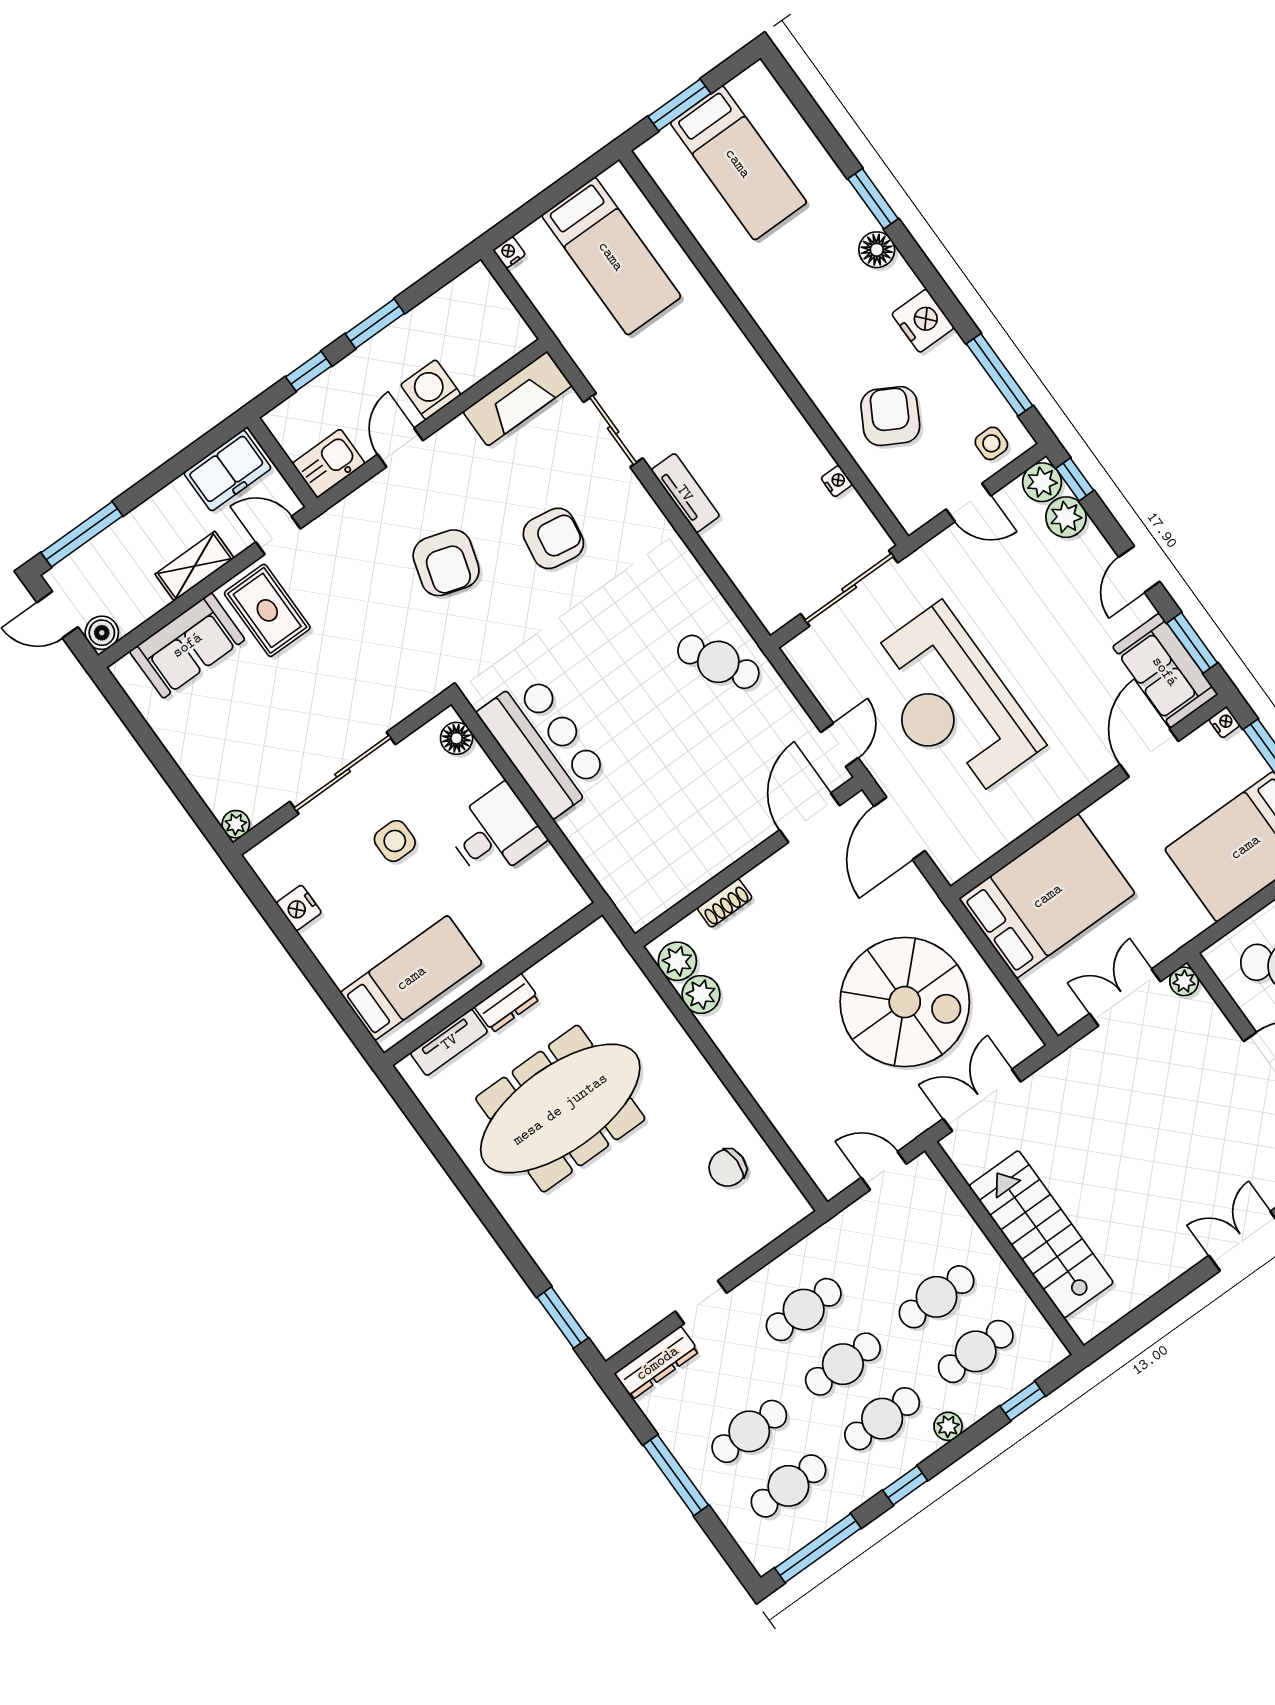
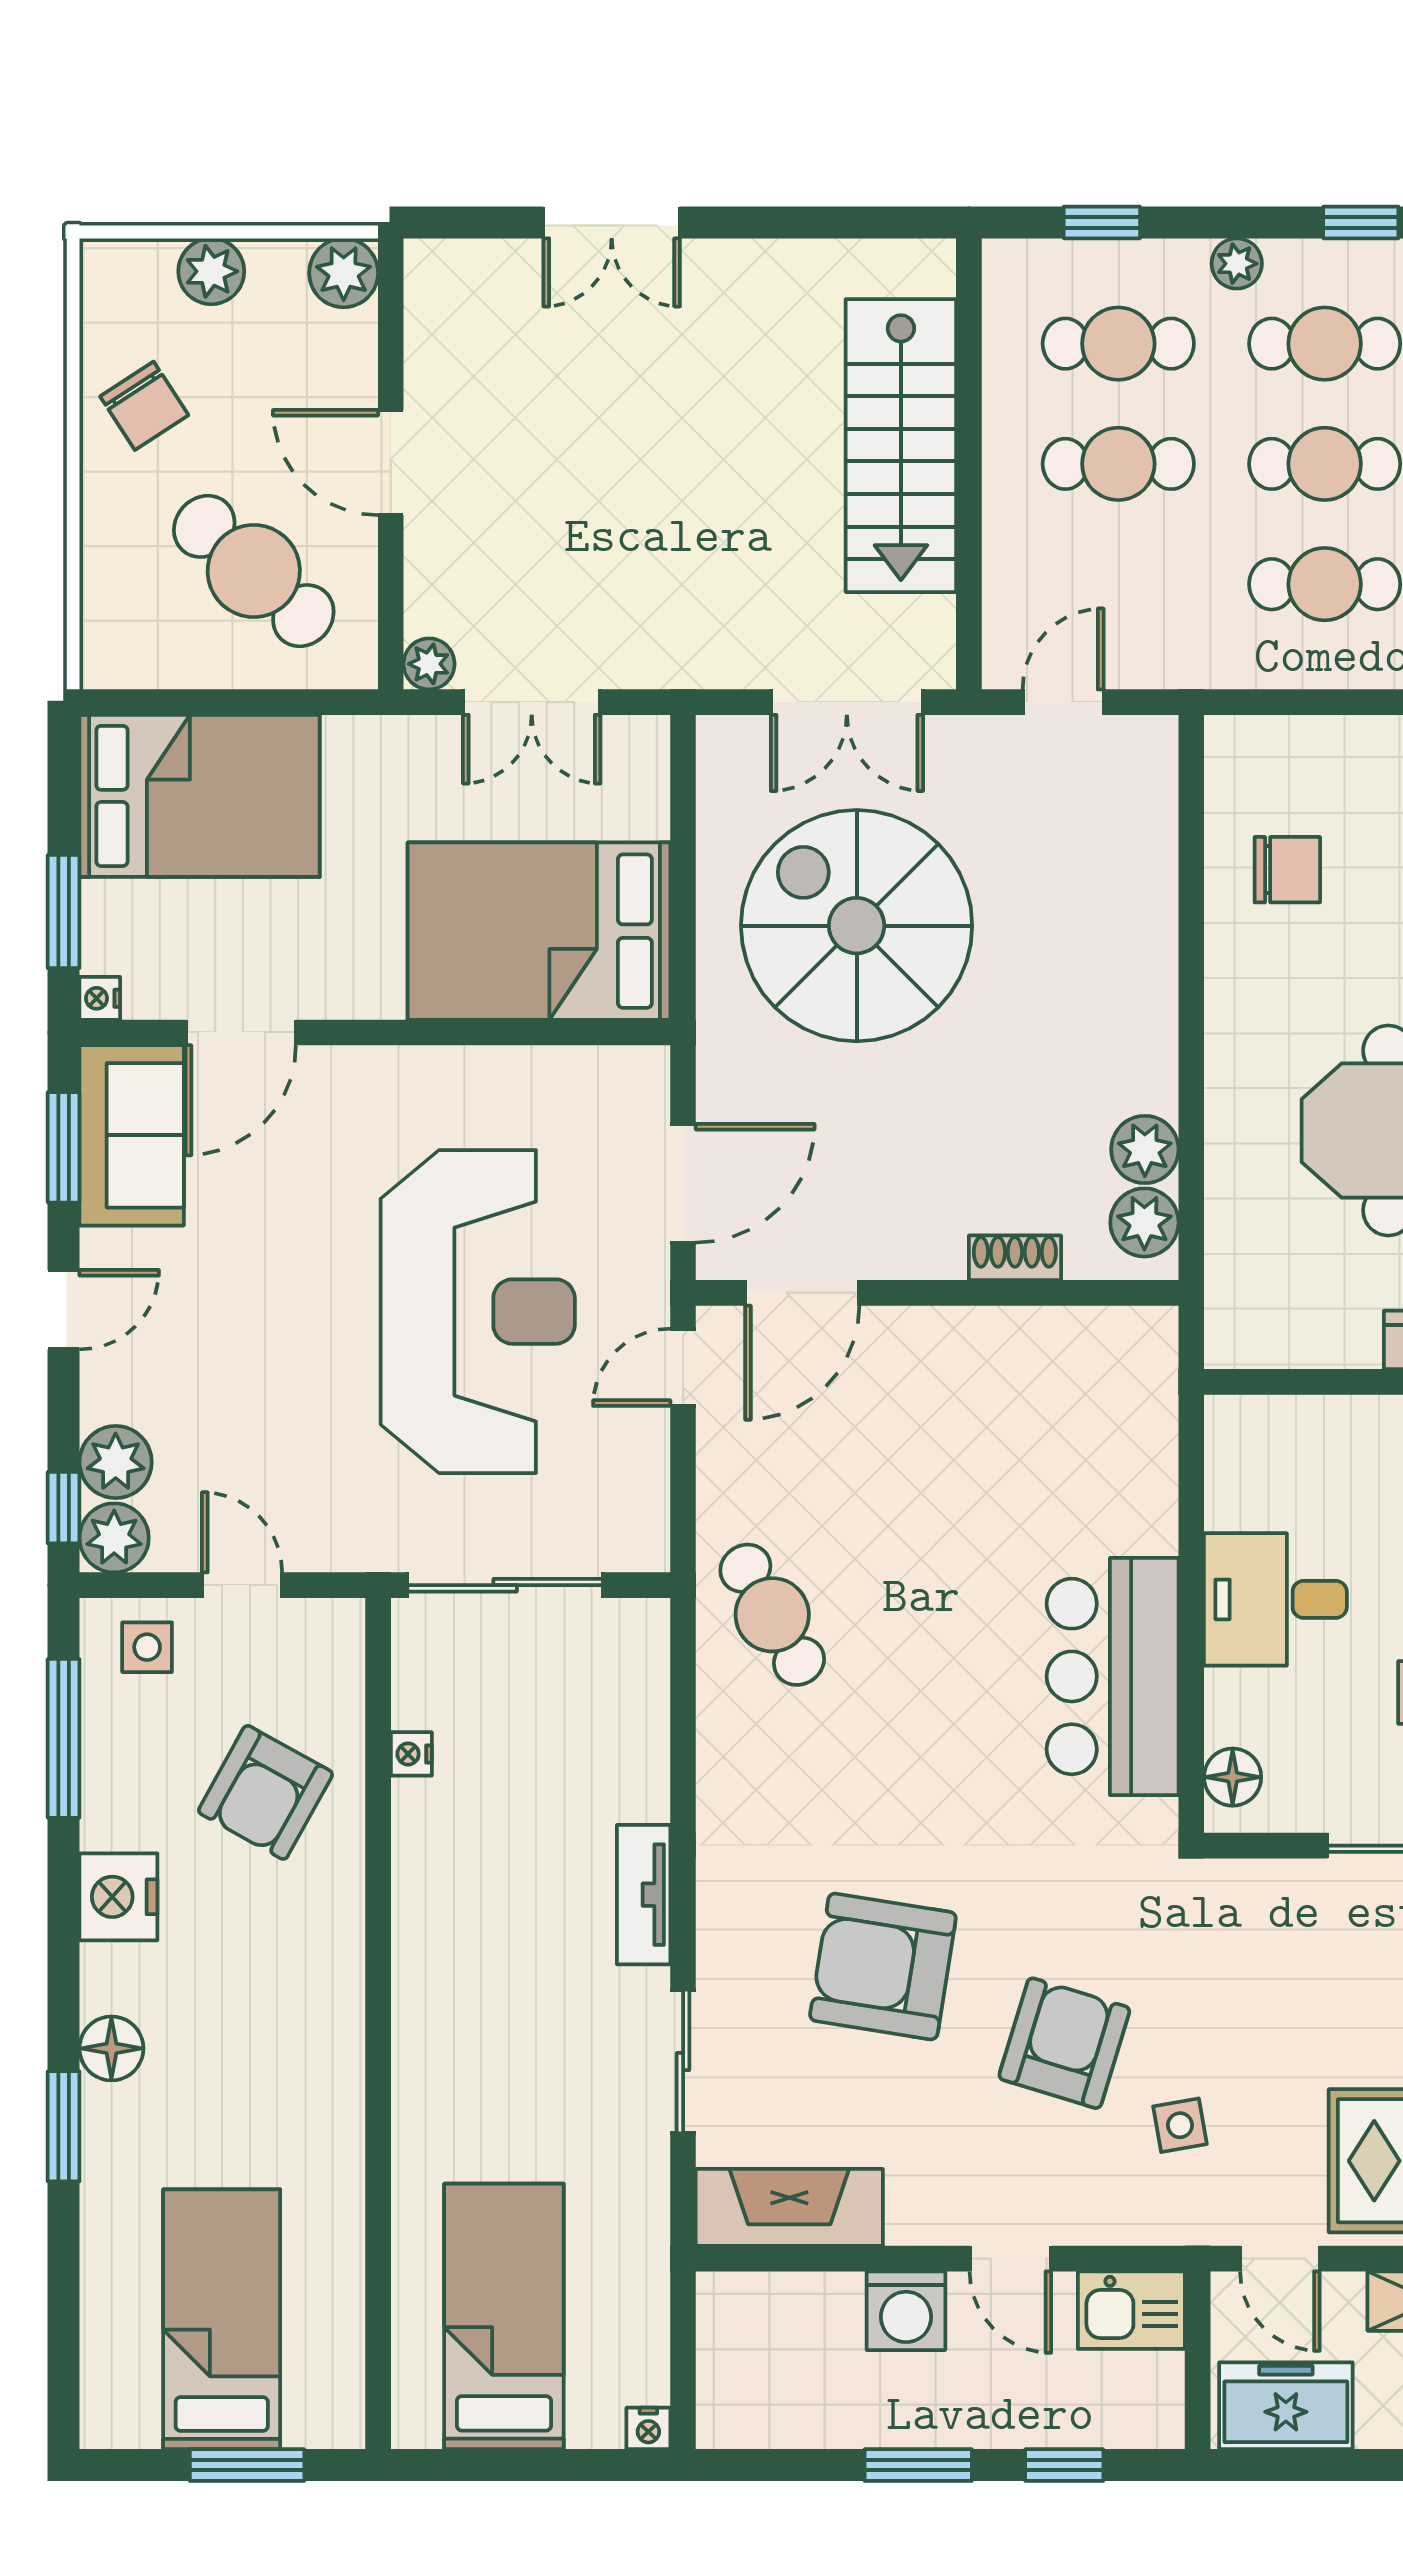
door: (400, 447) -> (1010, 2259), hinge flipped
armchair: (553, 538) -> (883, 1966), width x1.36, depth x1.36
side table: (367, 563) -> (1180, 2125), added
door: (884, 1171) -> (1063, 702), swing flipped

